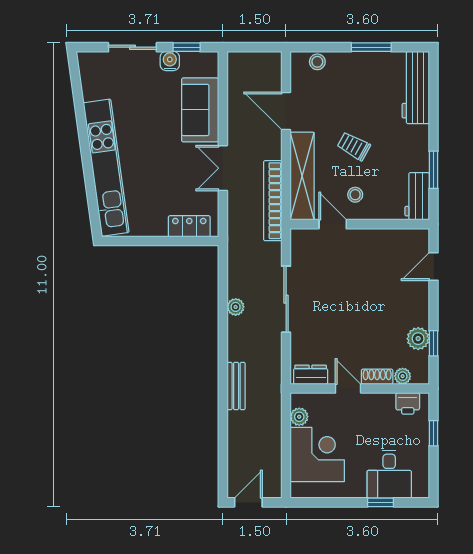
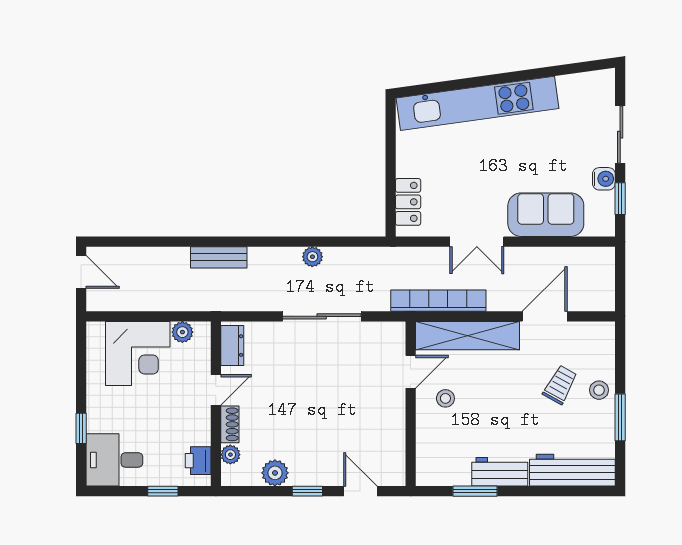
stool: (317, 62) -> (599, 390), moved
trolley: (354, 146) -> (560, 385), moved
double door: (223, 168) -> (477, 242), swing flipped
workbench: (417, 196) -> (500, 472), moved
window: (434, 343) -> (307, 491), moved
desk: (389, 474) -> (114, 460), moved

